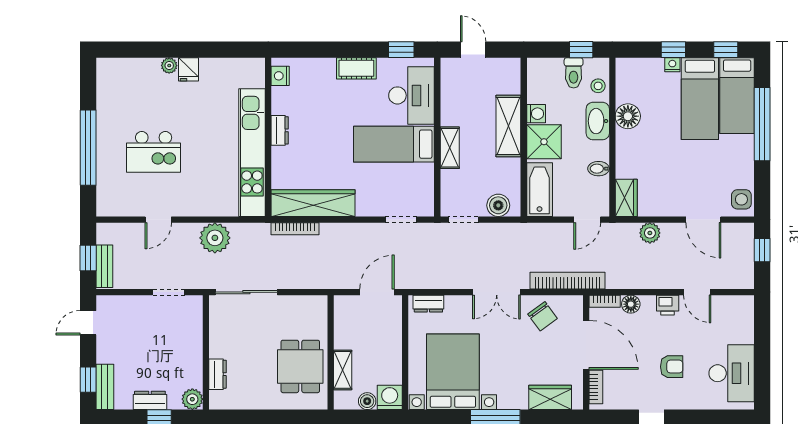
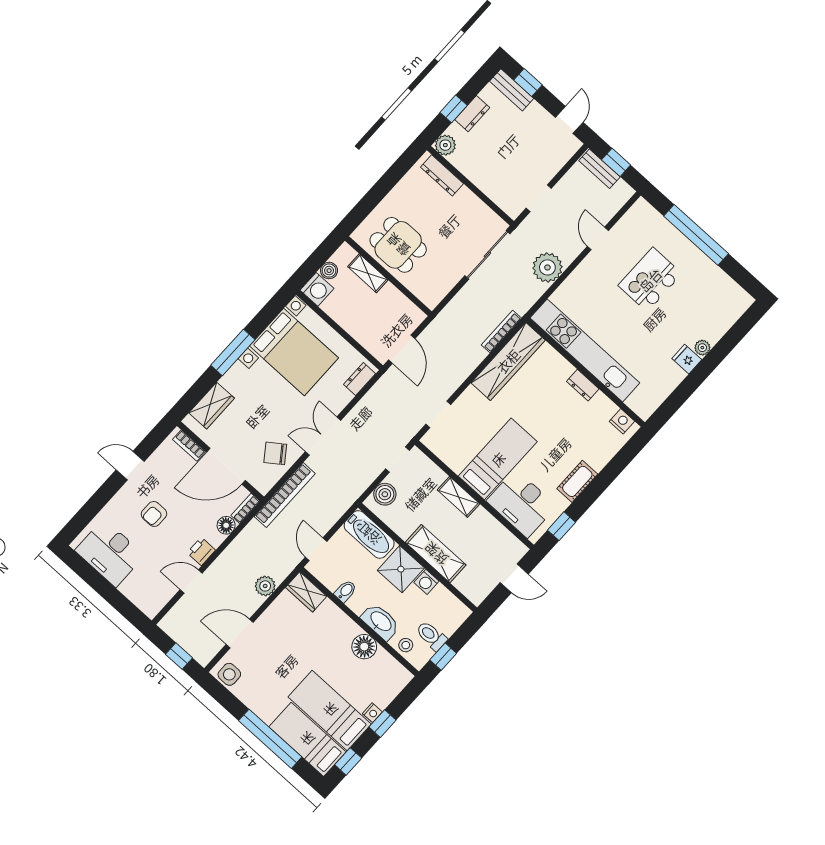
dresser: (218, 374) -> (442, 175), width x1.44

